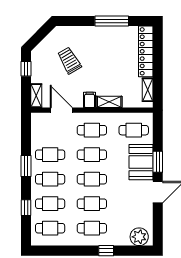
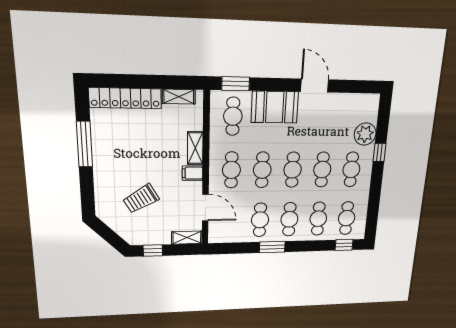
door: (61, 110) -> (205, 208), swing flipped
window: (158, 162) -> (236, 84), moved
window: (26, 208) -> (344, 245), moved
plant: (139, 237) -> (365, 134), moved

